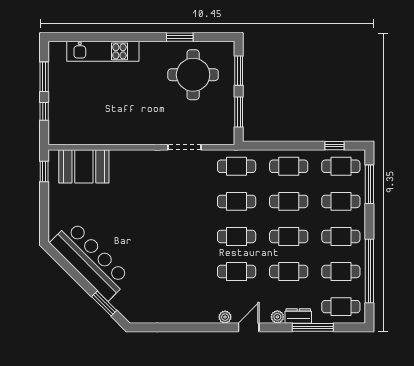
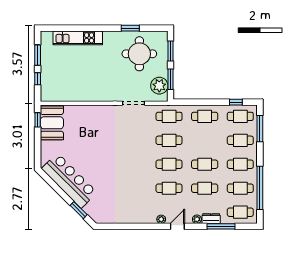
plant: (222, 121) -> (159, 86), added
booth: (84, 166) -> (52, 123), moved, turned 90
cafe table: (289, 201) -> (205, 140), removed

